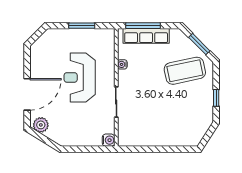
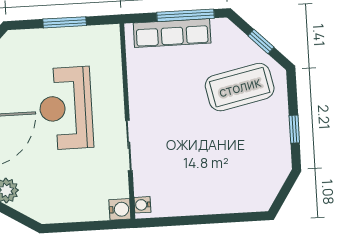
window: (143, 26) -> (185, 15), moved
window: (199, 44) -> (261, 41), width x0.67
water cooler: (122, 64) -> (142, 205), moved

